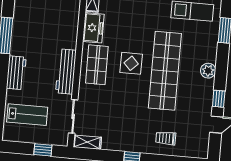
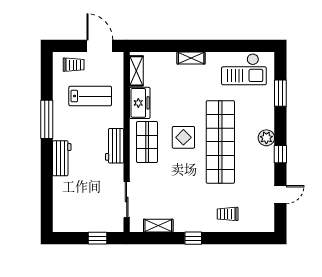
workbench: (66, 72) -> (115, 146), width x0.73
window: (219, 99) -> (280, 154), moved
lab bench: (27, 115) -> (90, 96), moved
shelving: (87, 142) -> (158, 226), moved

